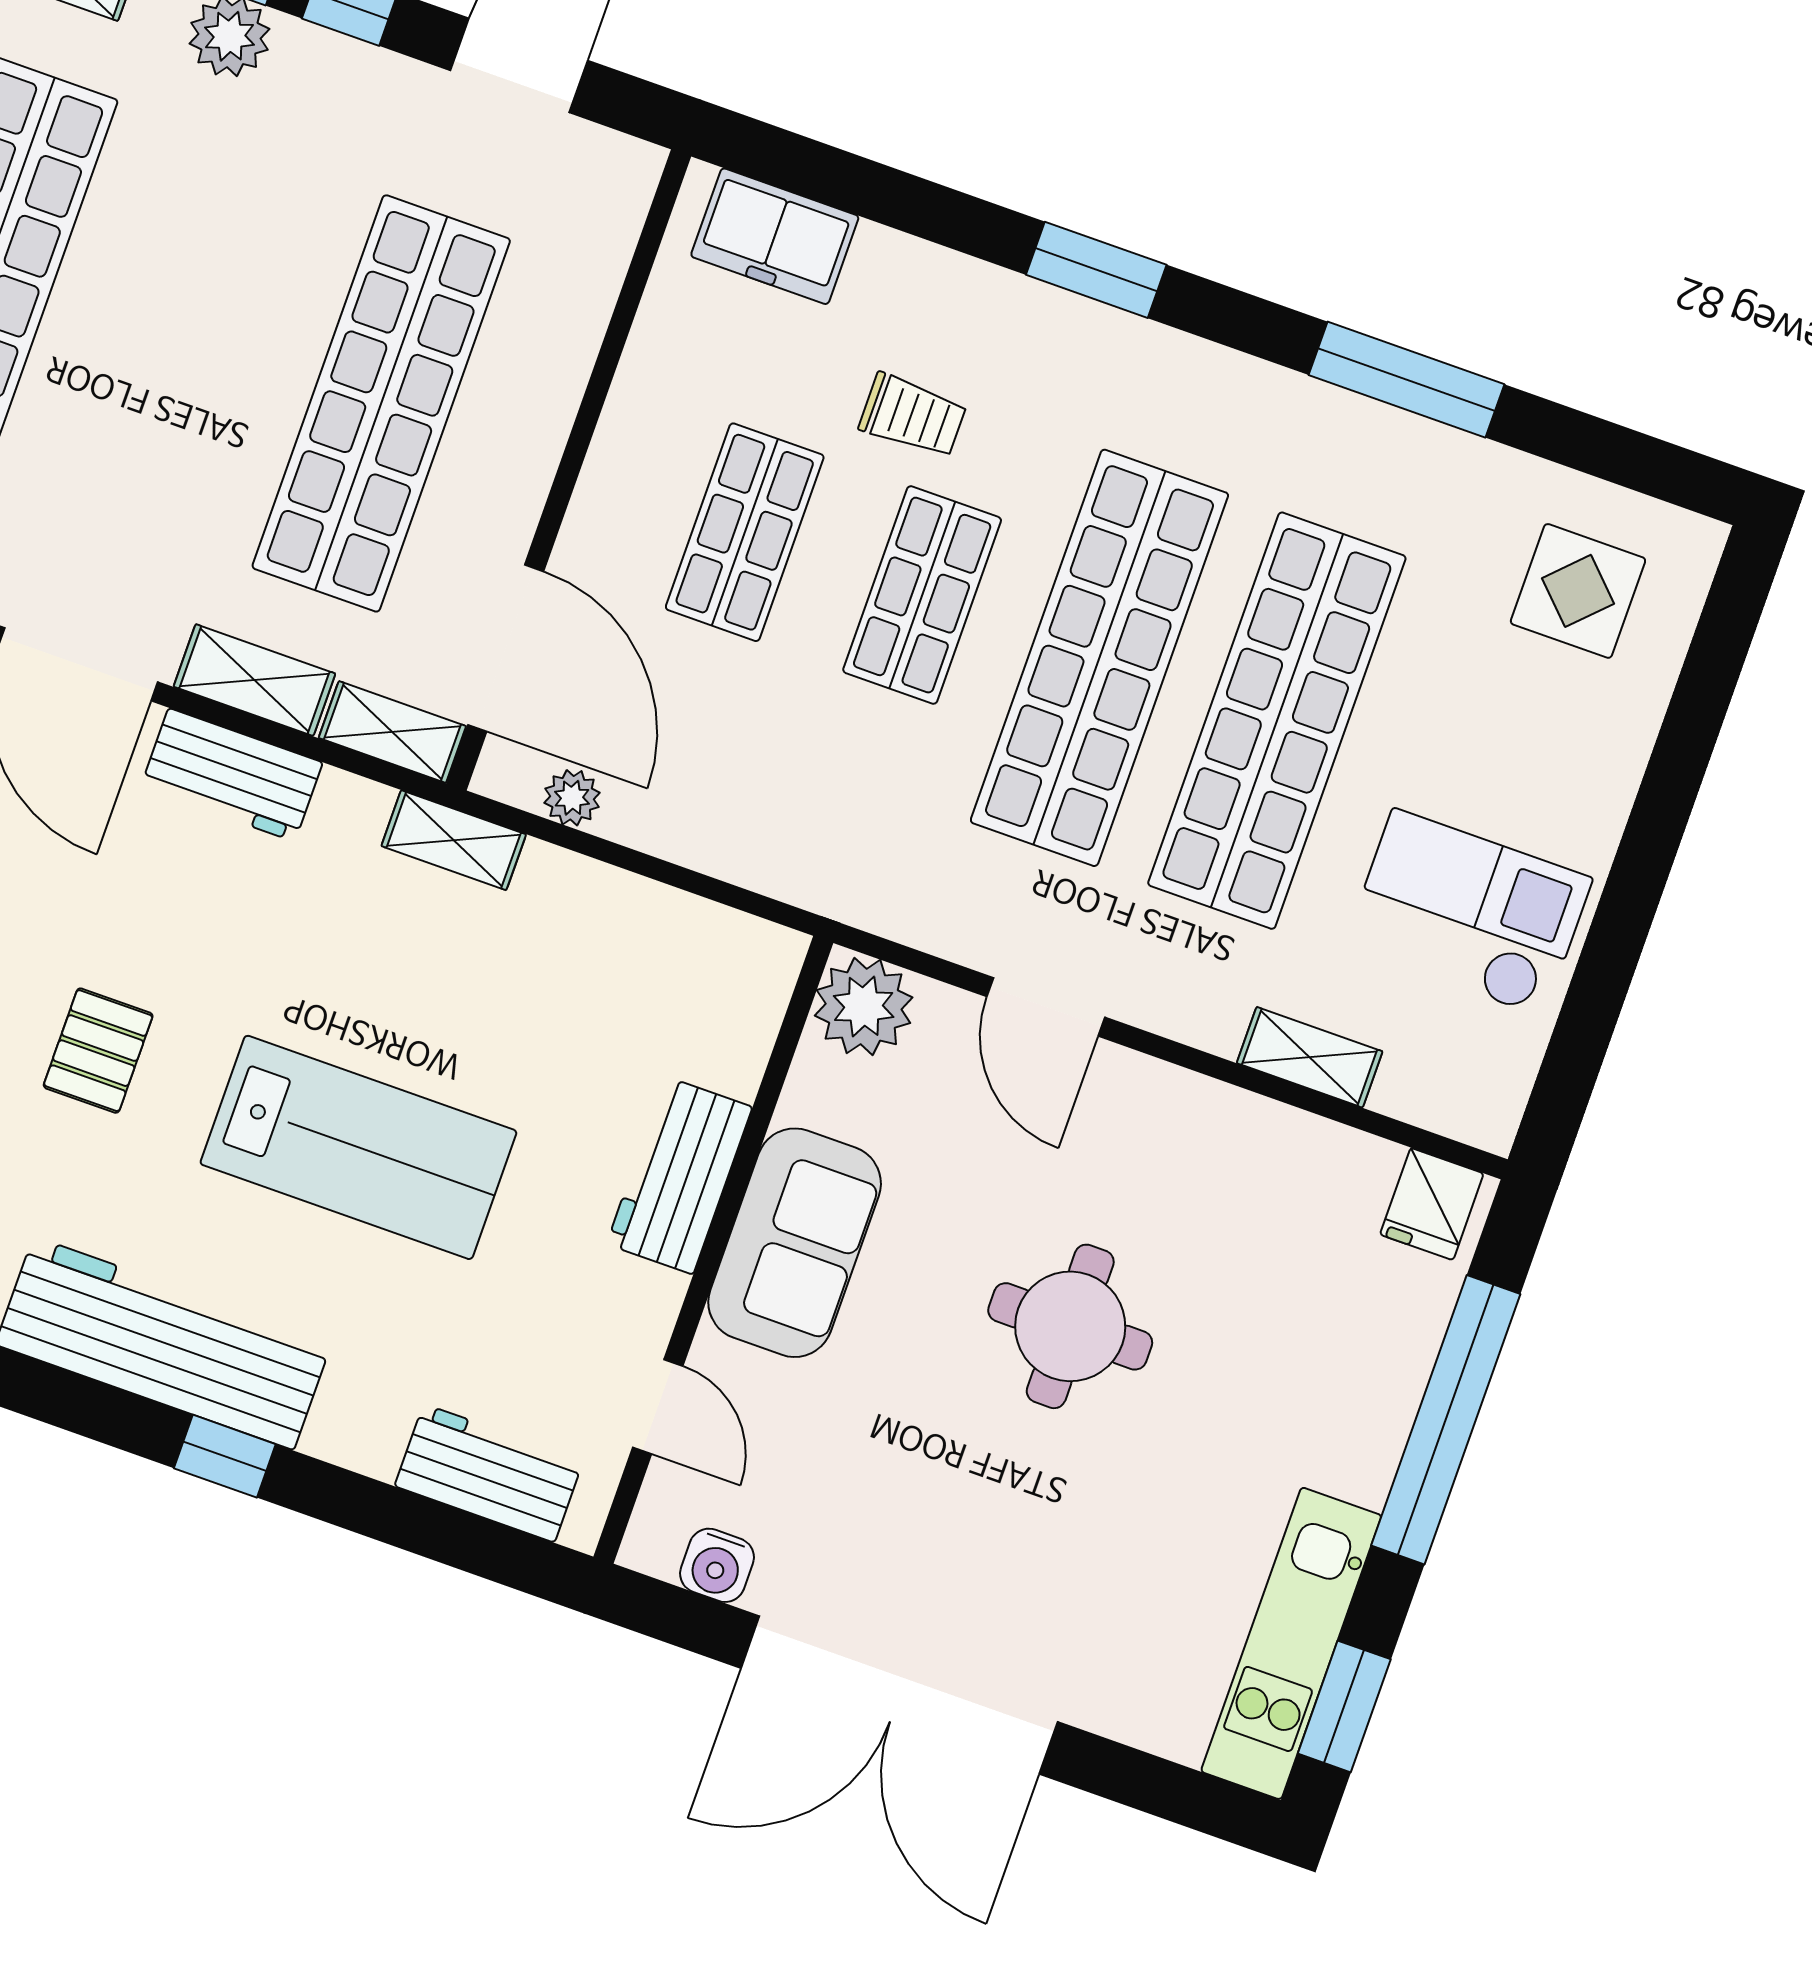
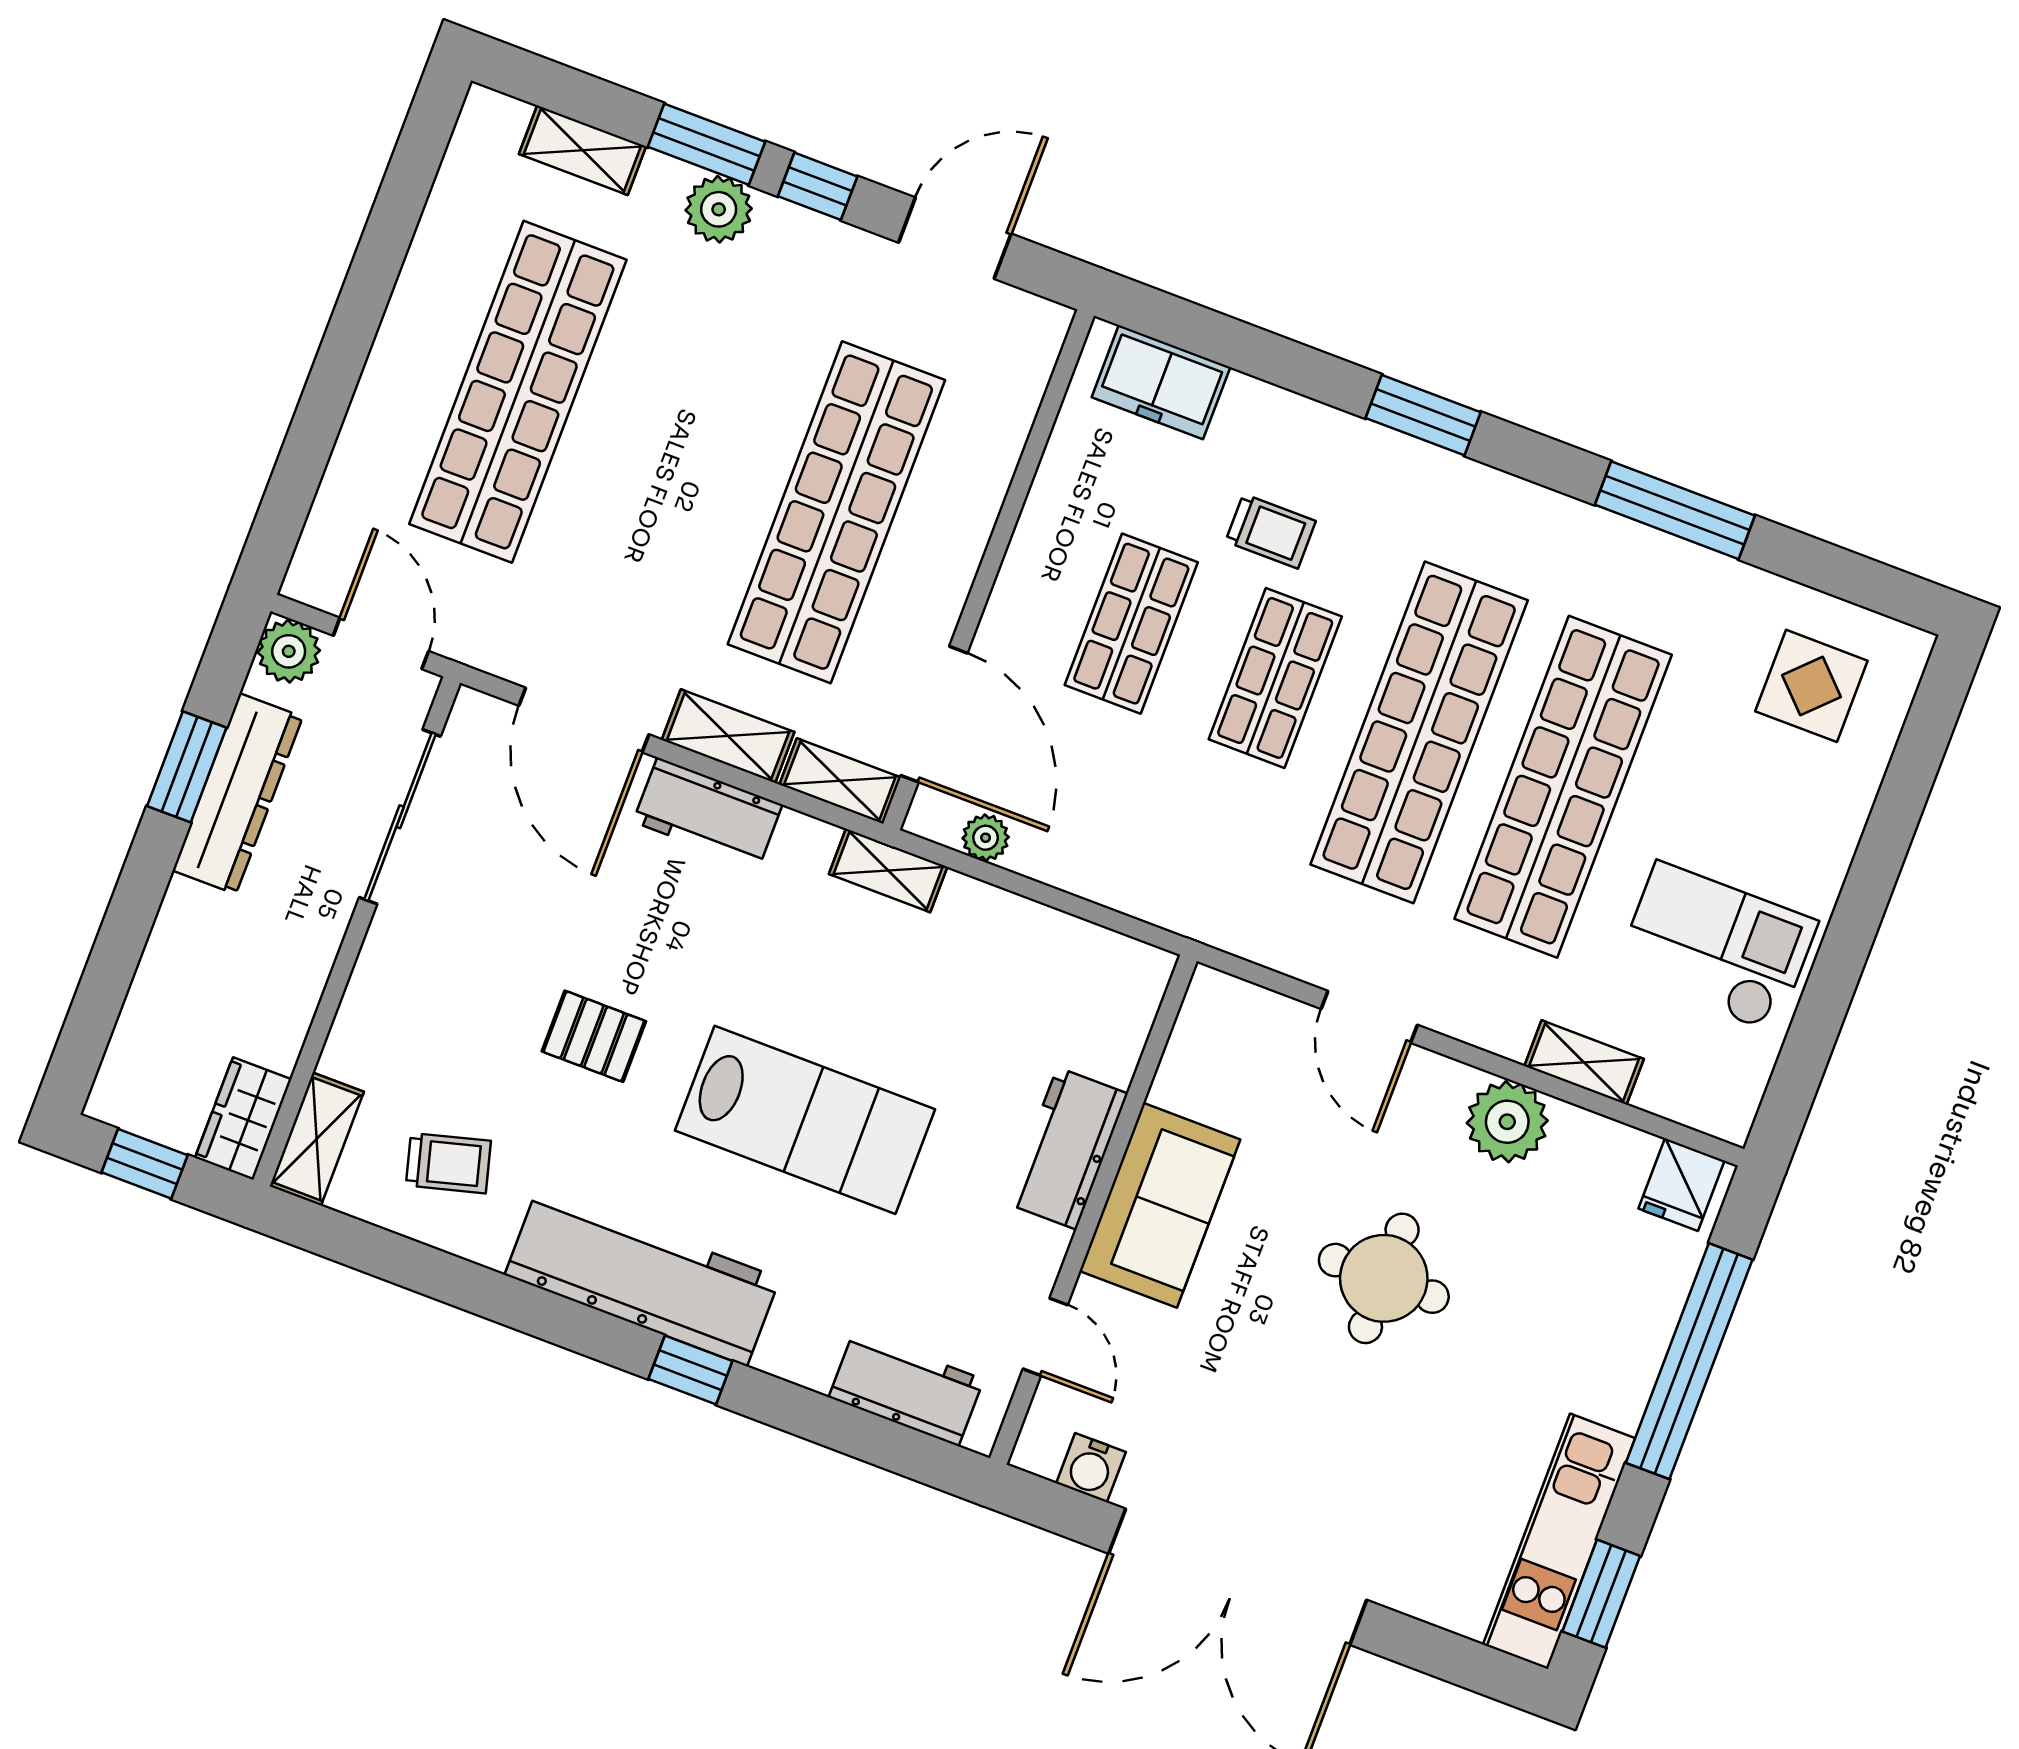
plant: (864, 1006) -> (1507, 1122), moved
pallet: (98, 1051) -> (594, 1036), turned 90

